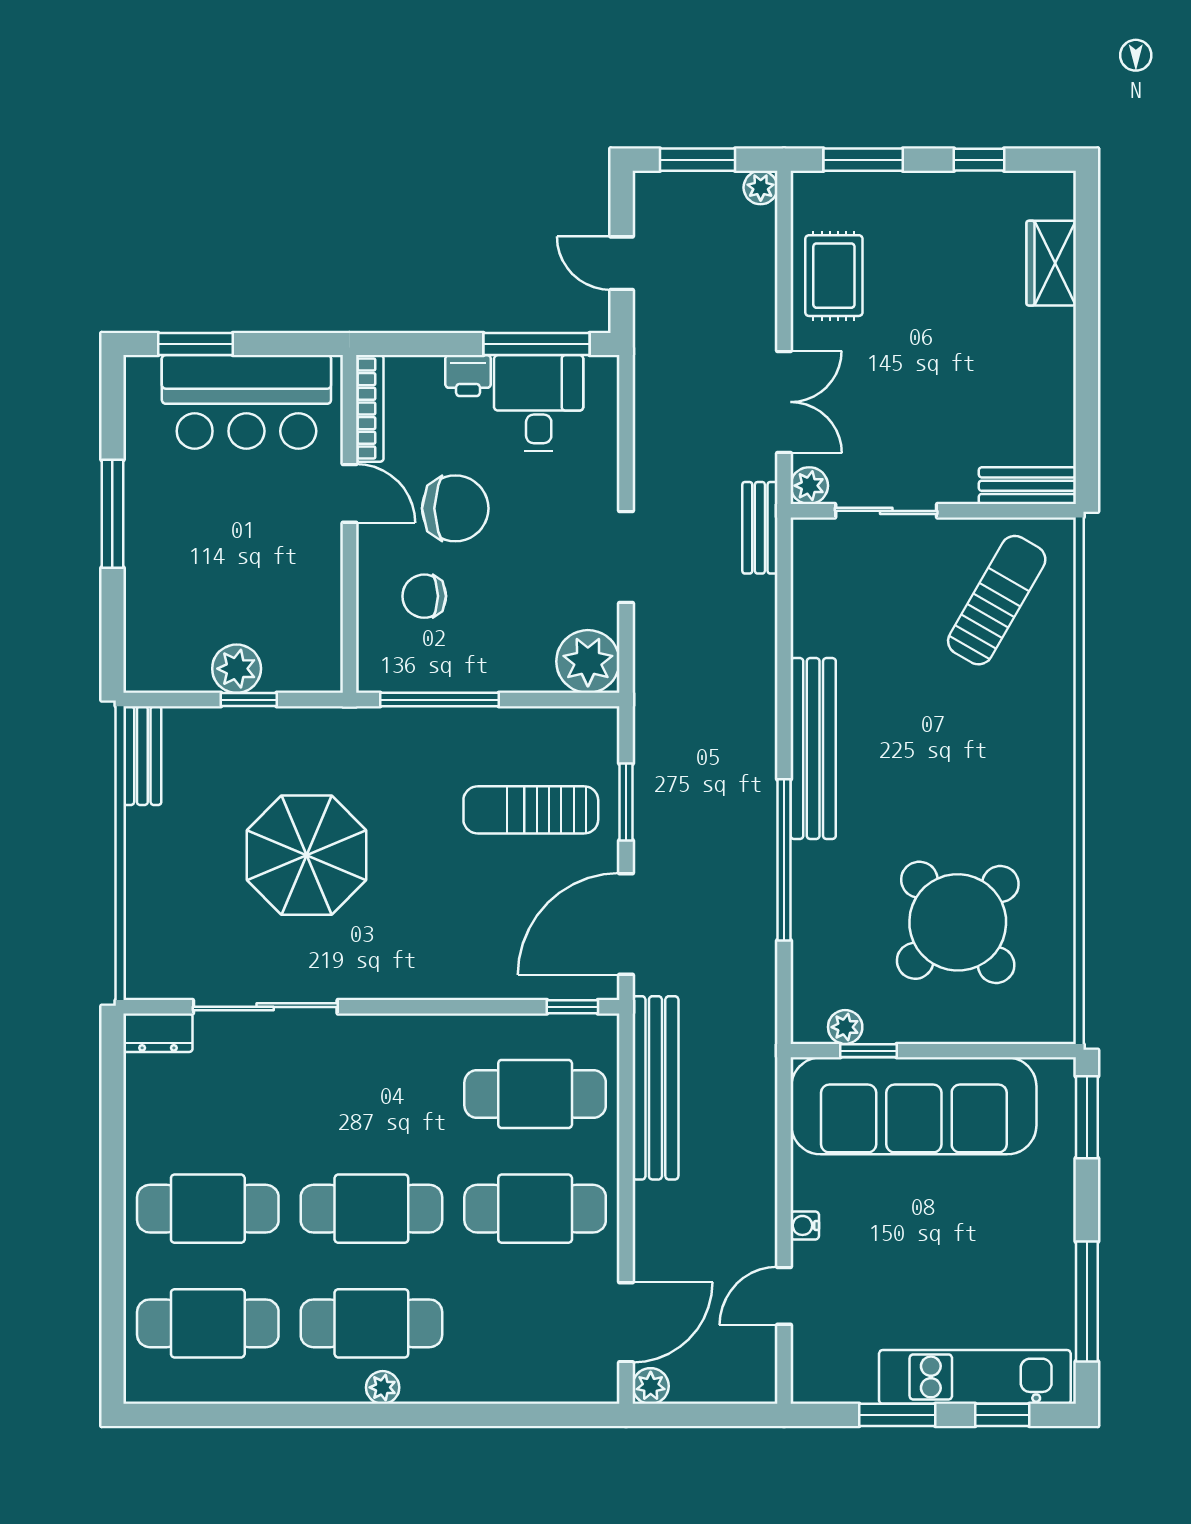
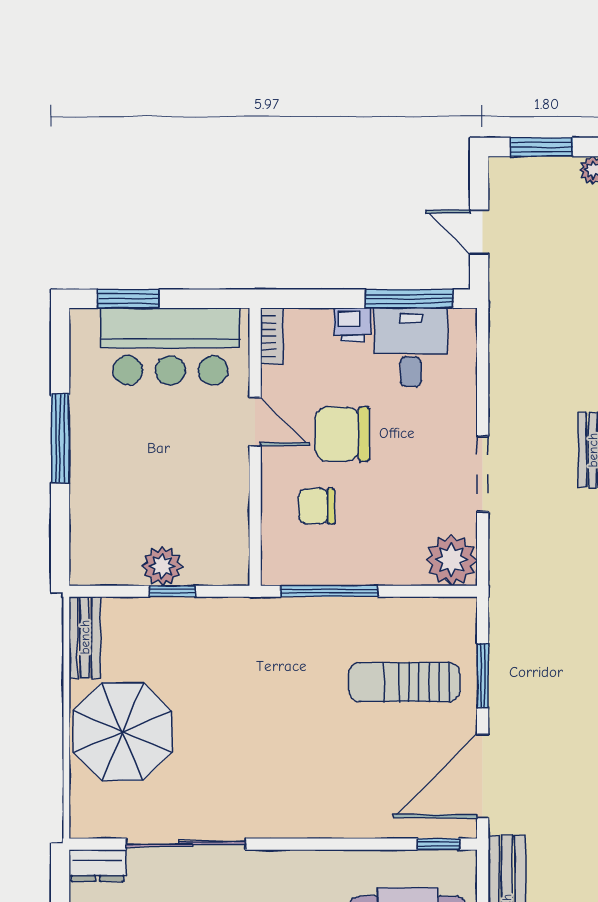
bookcase: (370, 408) -> (272, 336), width x0.64
chair: (455, 508) -> (342, 434), turned 180
parasol: (307, 855) -> (123, 732), moved

